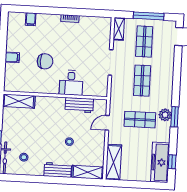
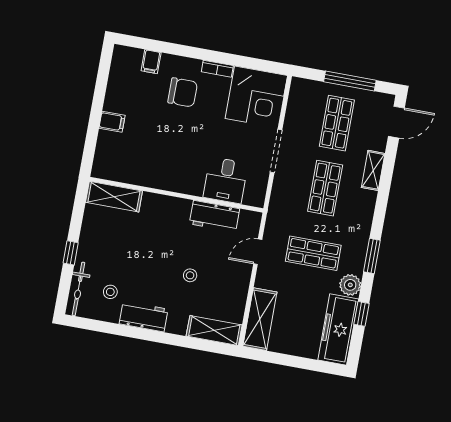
shelving: (119, 29) -> (373, 170), moved
corner desk: (95, 32) -> (256, 97), added
chair: (45, 61) -> (183, 92), moved
desk: (71, 83) -> (226, 180), moved
plant: (165, 115) -> (350, 285), moved
window: (172, 162) -> (361, 314), moved
workbench: (58, 170) -> (144, 316), moved

